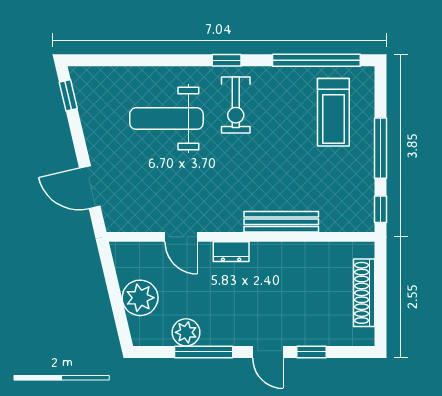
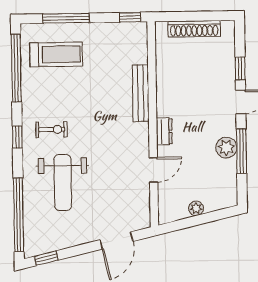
window: (125, 60) -> (19, 215), added
exercise bike: (236, 105) -> (52, 130), width x0.73, depth x0.72
window: (381, 148) -> (66, 18), moved
plant: (140, 298) -> (196, 208), width x0.53, depth x0.53
plant: (186, 332) -> (226, 148), moved

